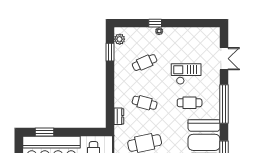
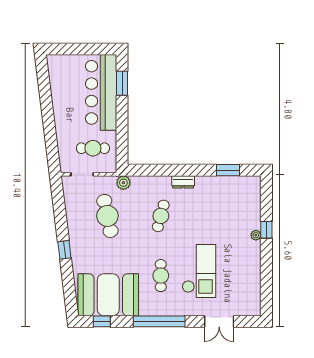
plant: (120, 39) -> (123, 183), moved
cafe table: (145, 63) -> (214, 216), removed
checkout: (186, 74) -> (199, 271), width x1.36, depth x1.21
dresser: (119, 116) -> (183, 182), moved

